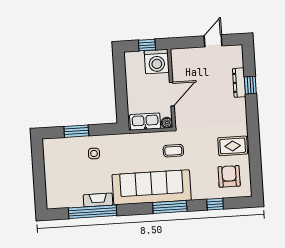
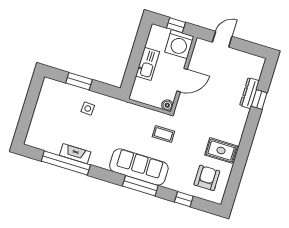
door: (213, 41) -> (222, 39), moved
kitchen sink: (145, 122) -> (148, 64), moved, turned 90
sofa: (152, 187) -> (139, 167), width x0.74, depth x0.79

